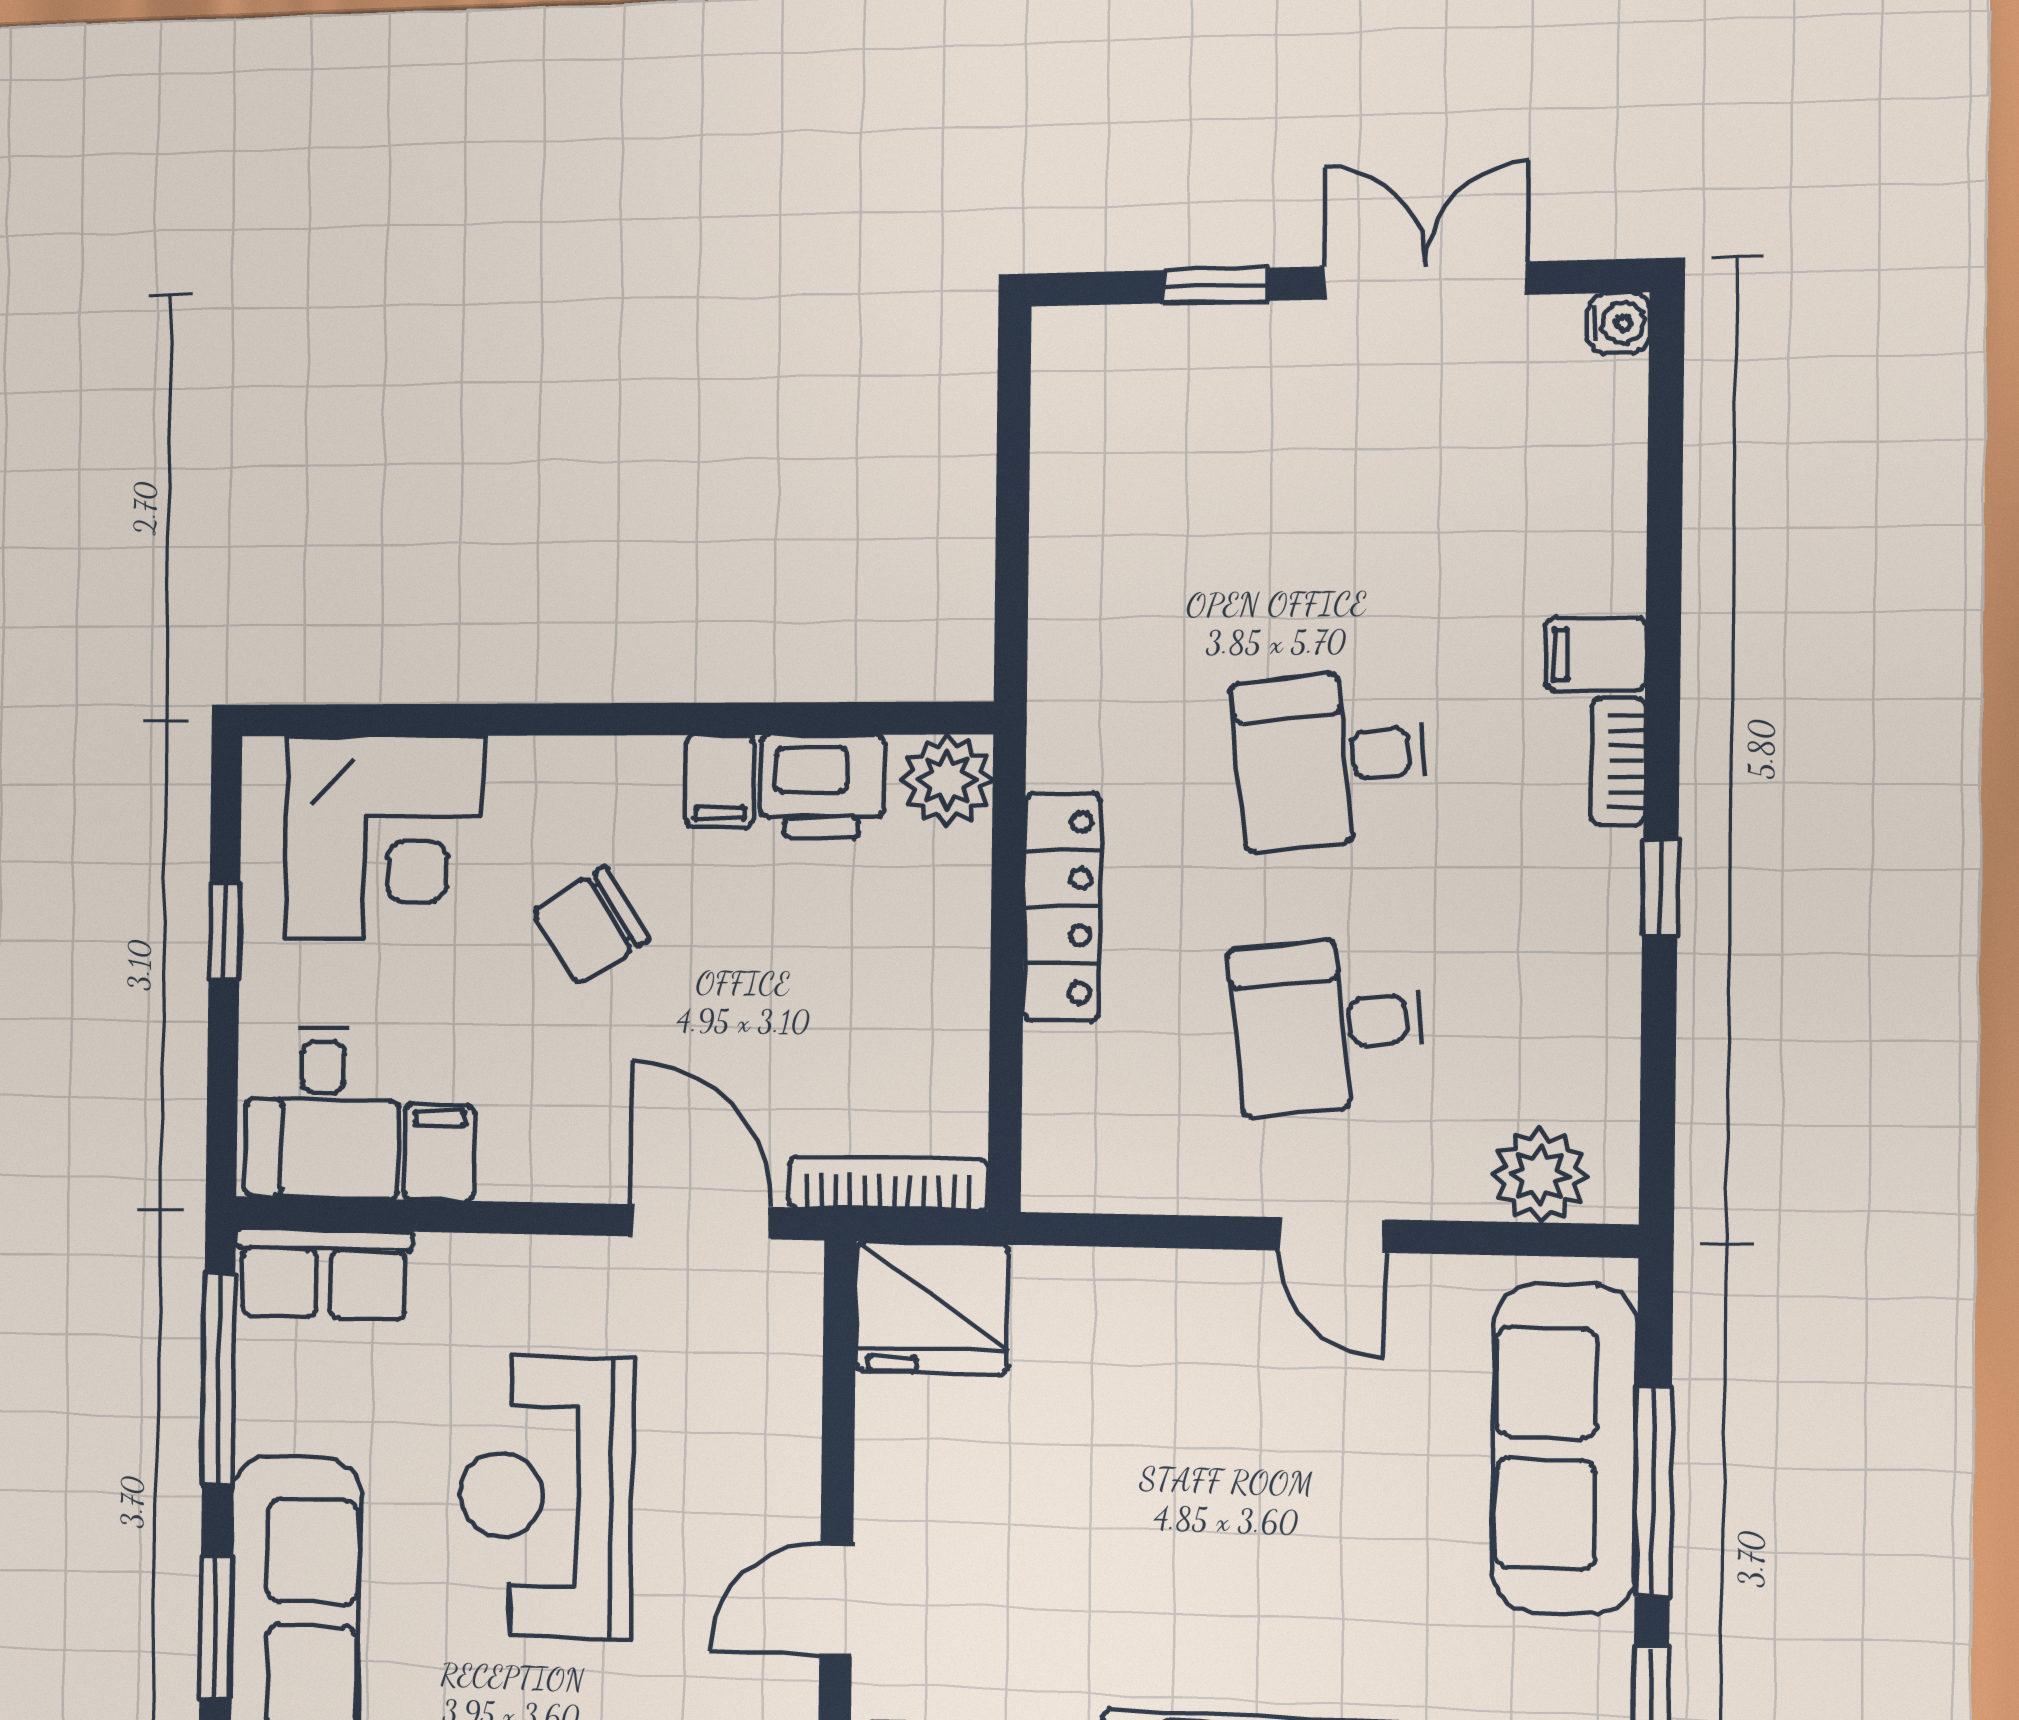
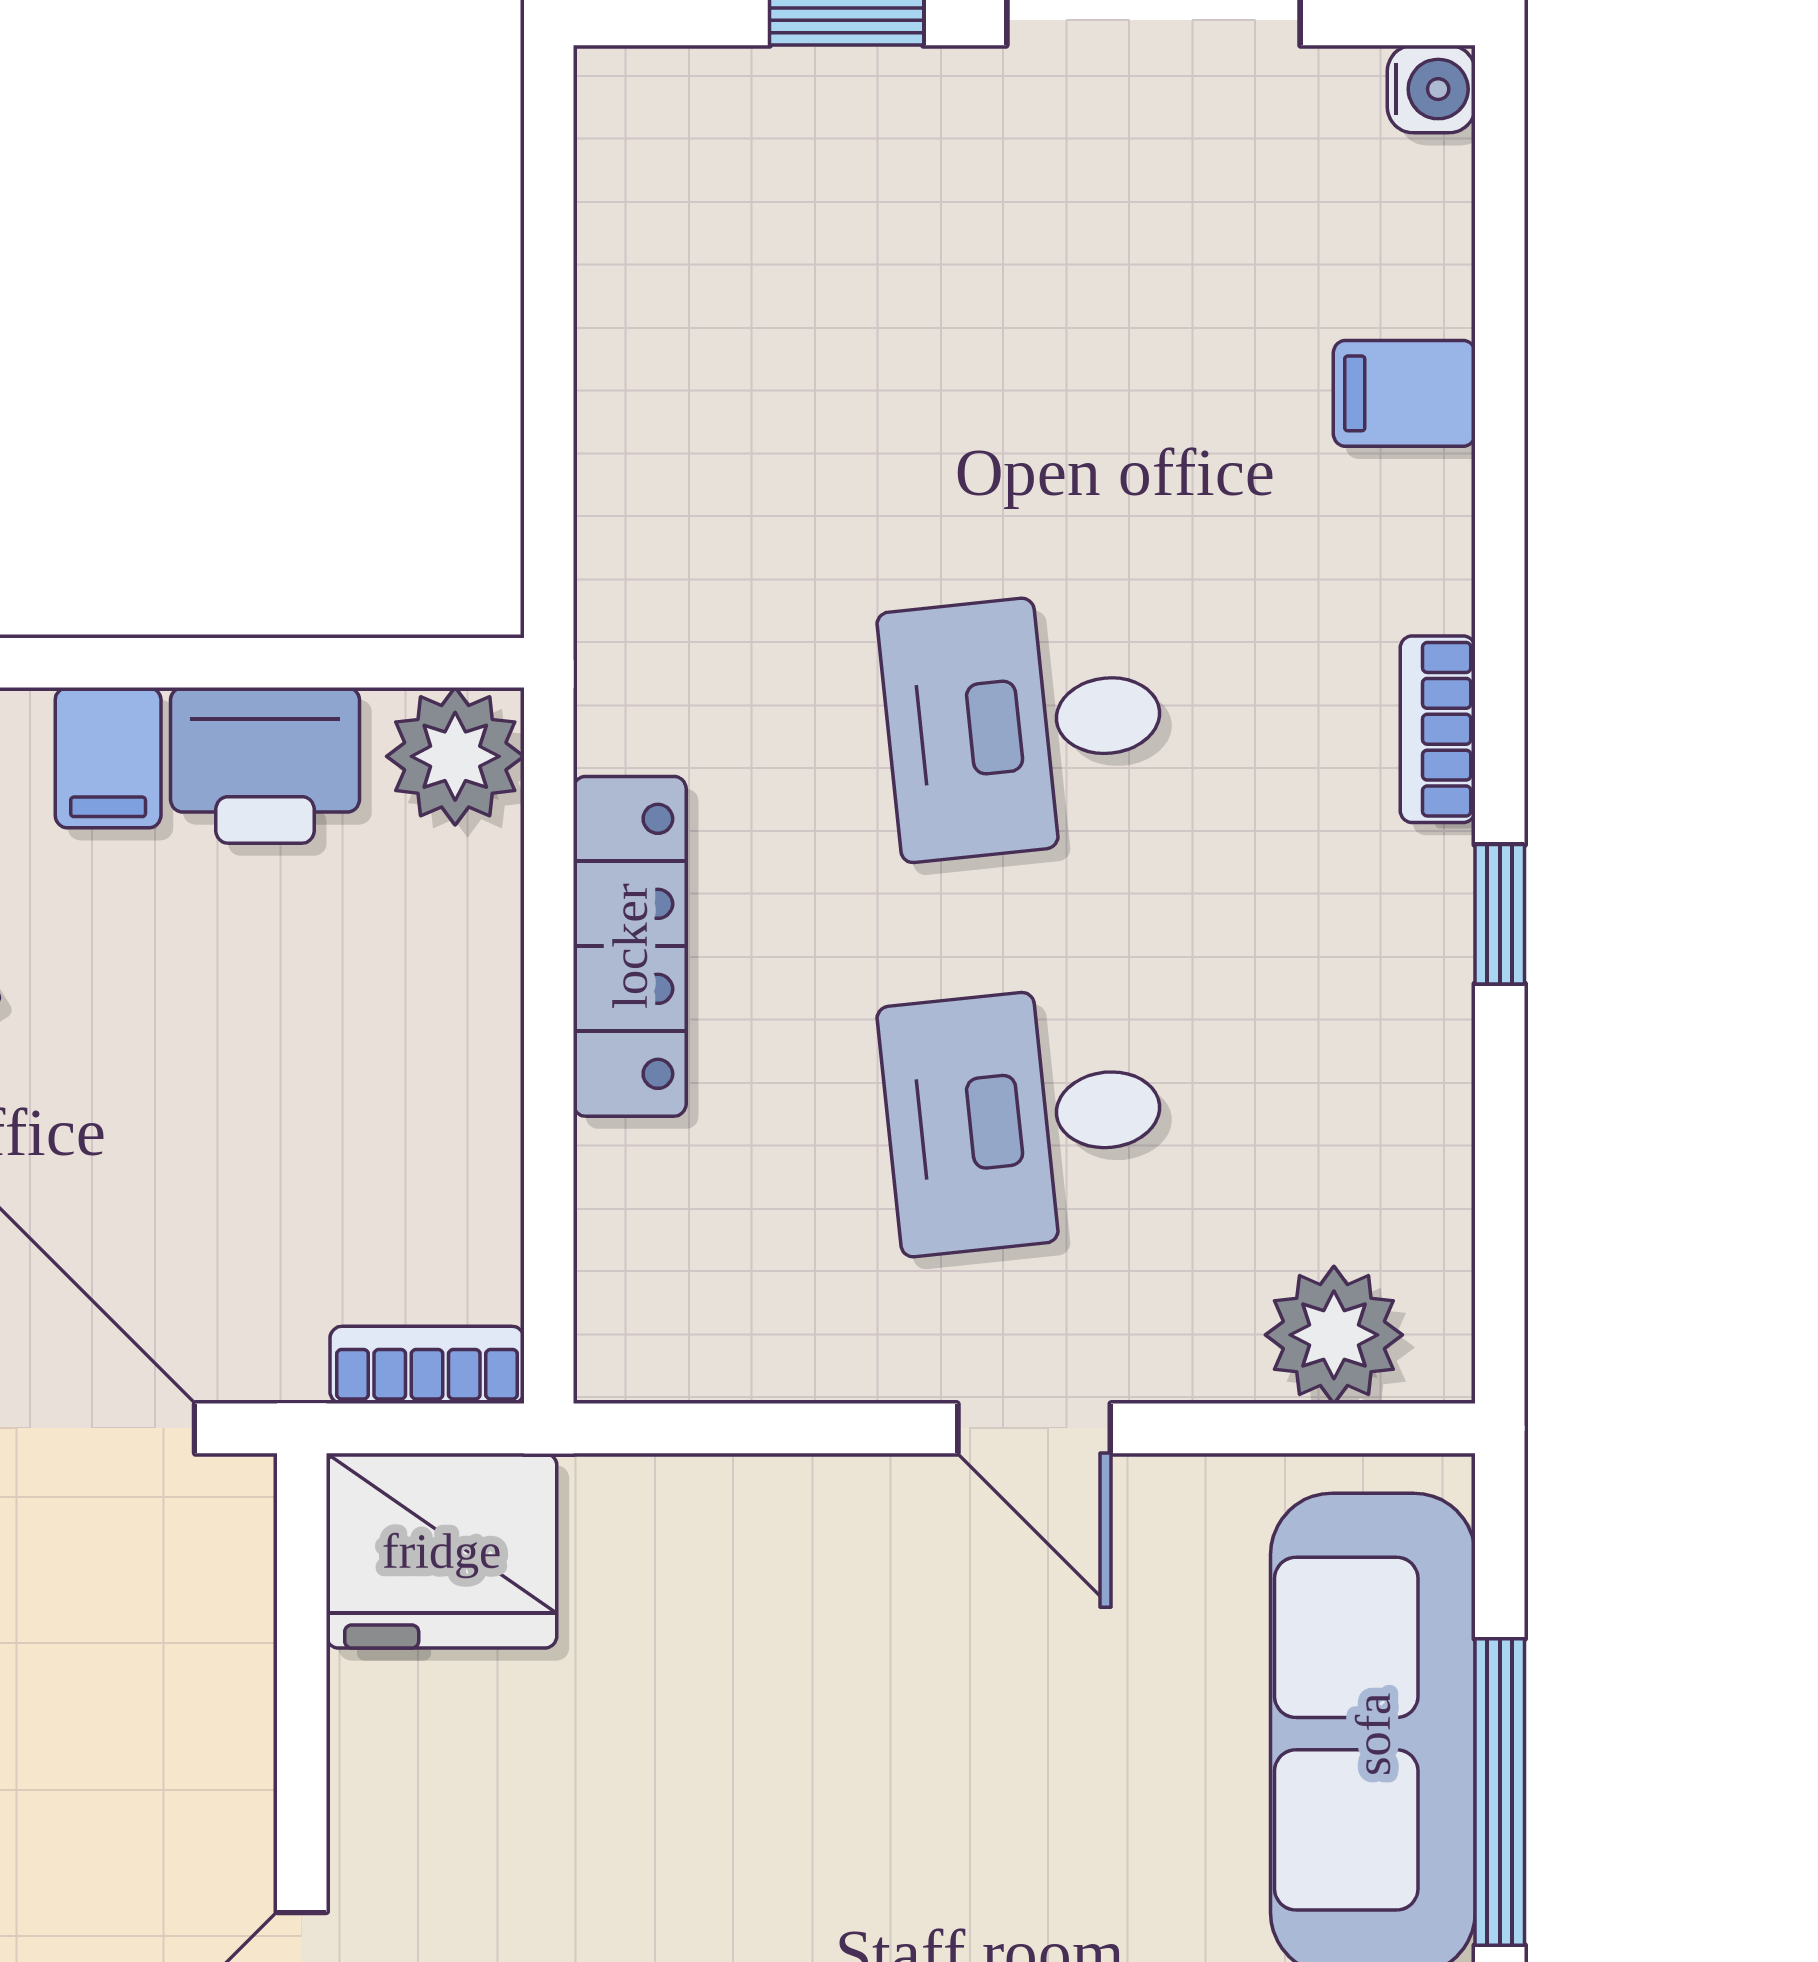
filing cabinet: (1596, 654) -> (1404, 393), moved
bookcase: (888, 1184) -> (427, 1365), width x0.64

